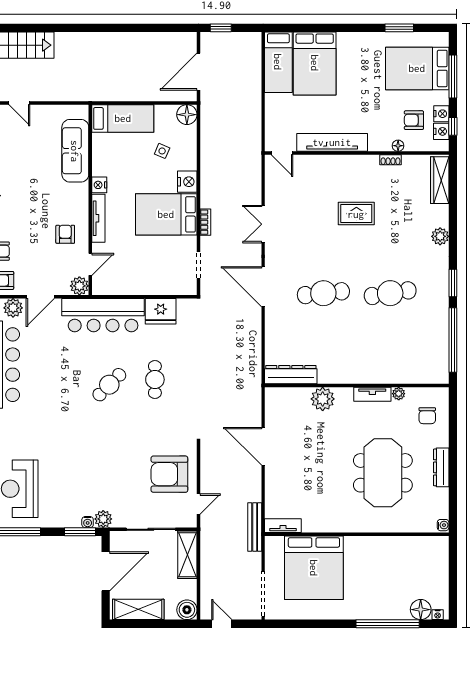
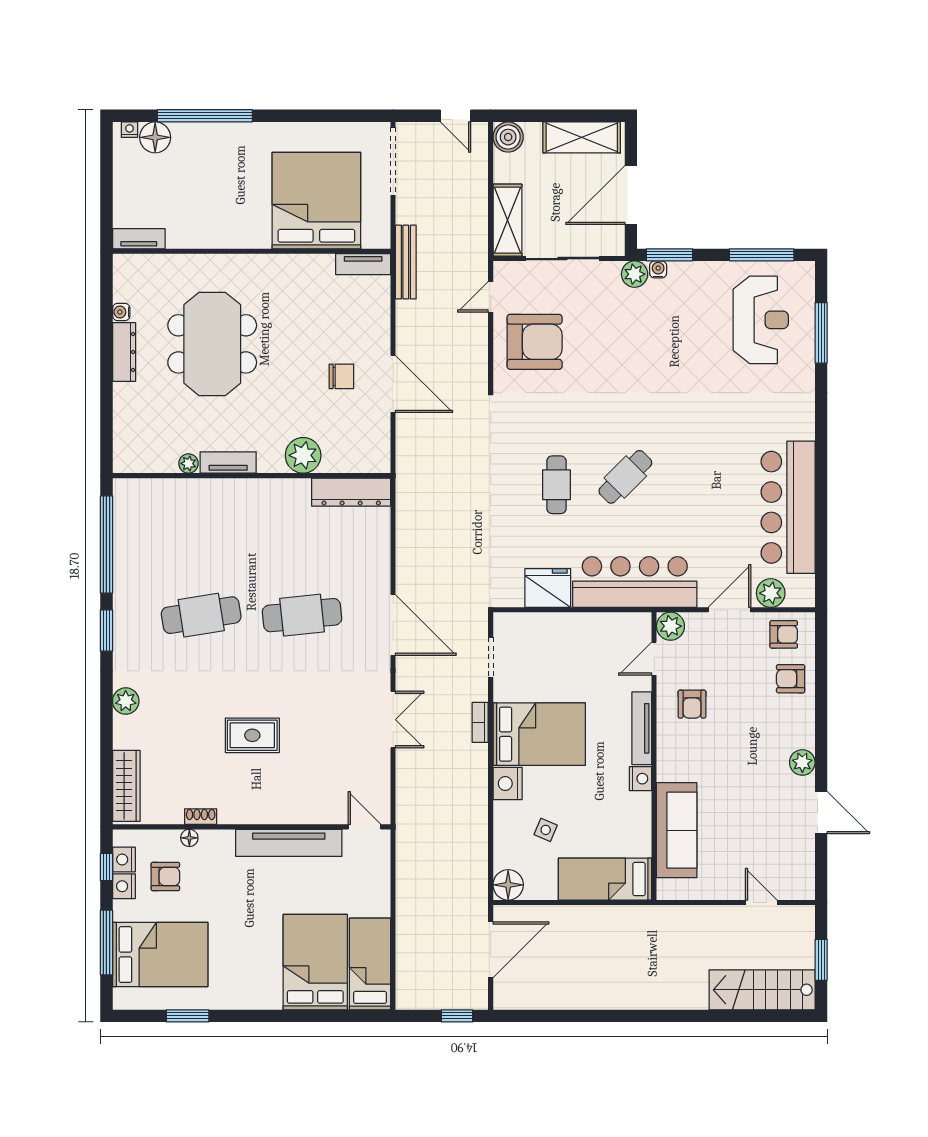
chair: (427, 416) -> (341, 376), moved, turned 90
water cooler: (443, 525) -> (121, 312), moved
tv unit: (431, 542) -> (139, 239), added

